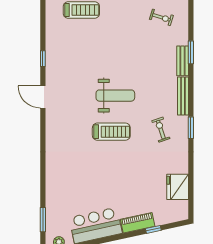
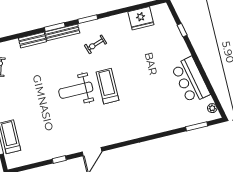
window: (191, 52) -> (55, 27), moved
weight bench: (115, 96) -> (76, 90), turned -90
piano: (138, 223) -> (180, 45), removed

